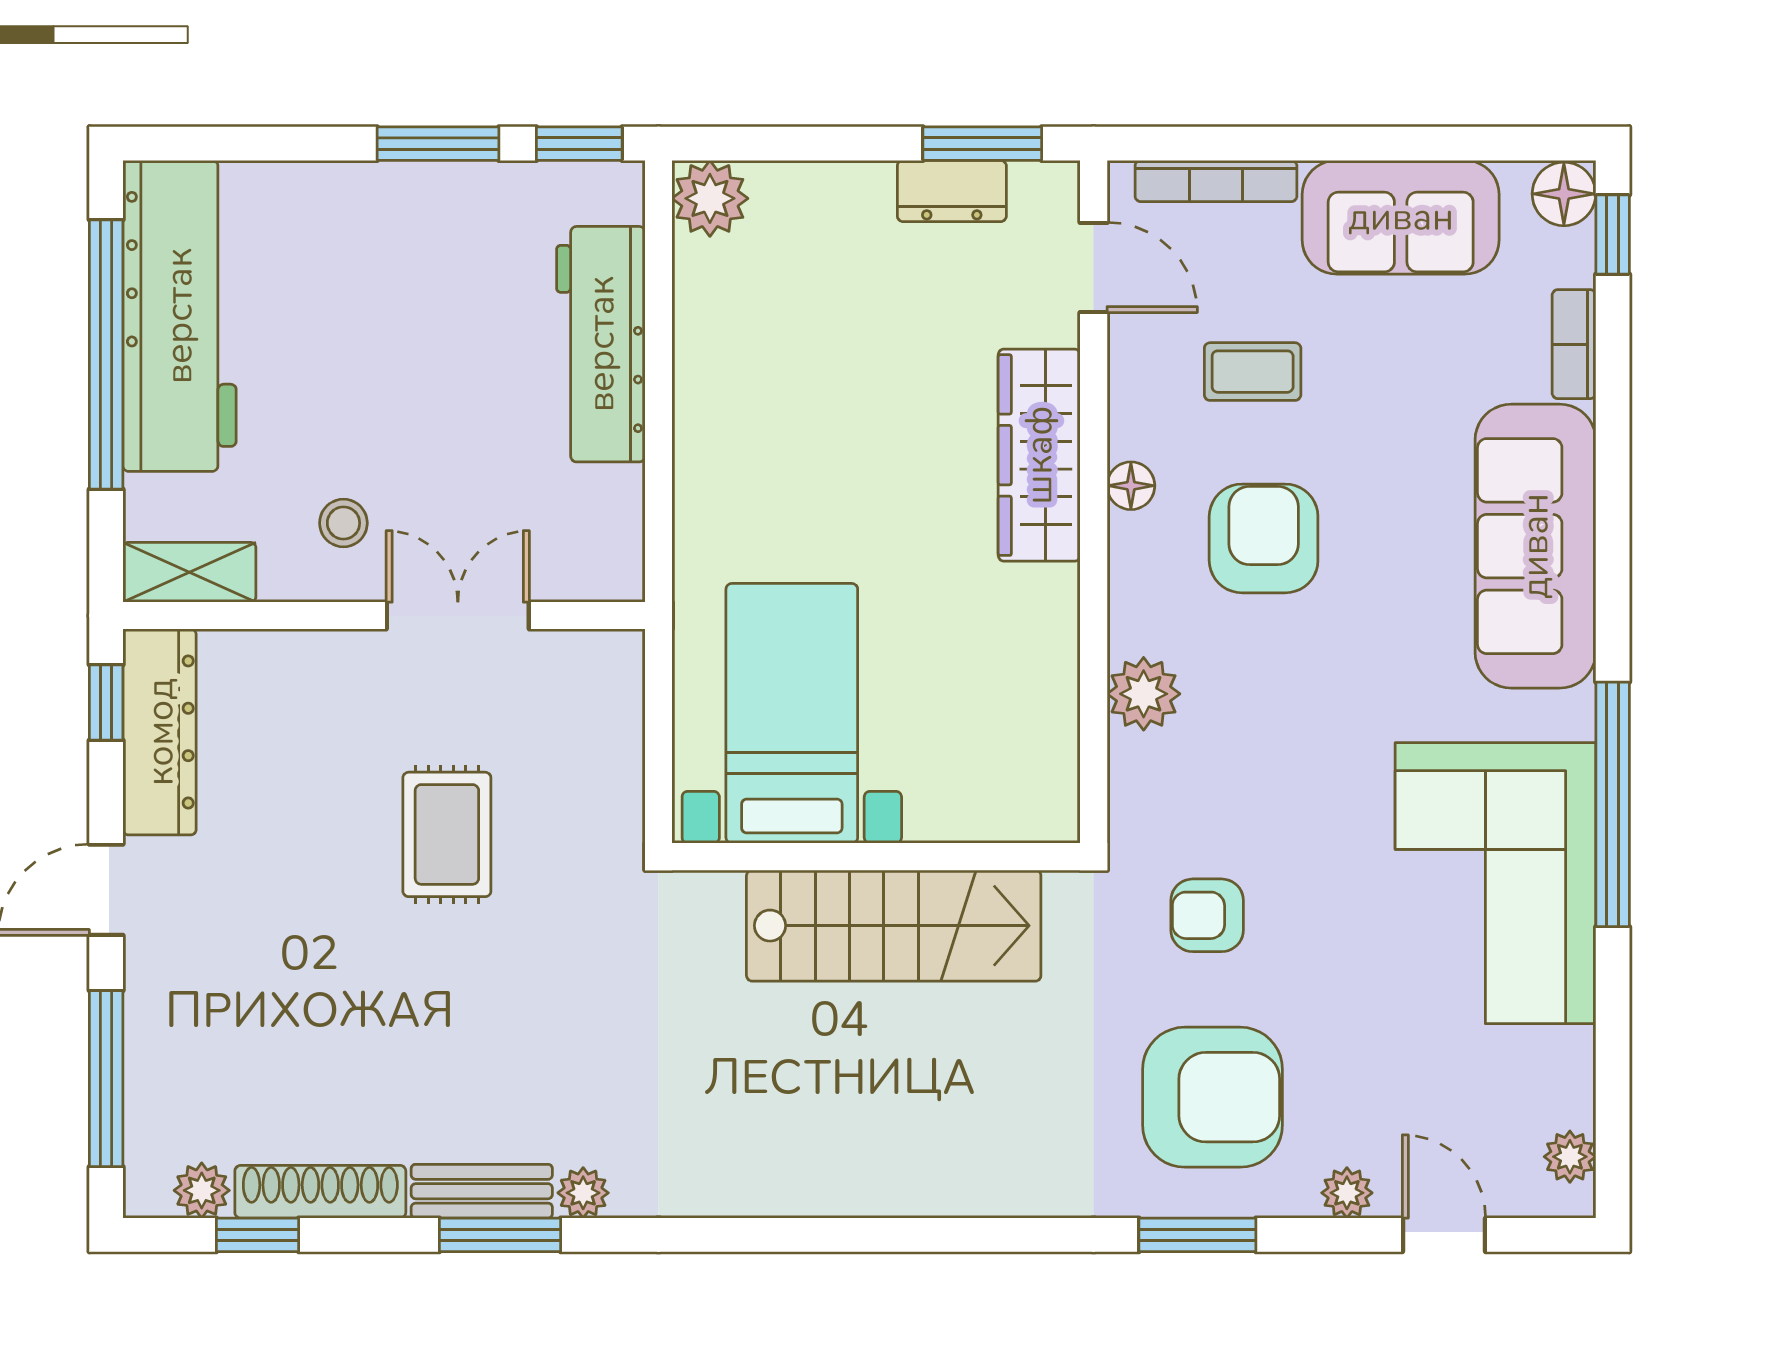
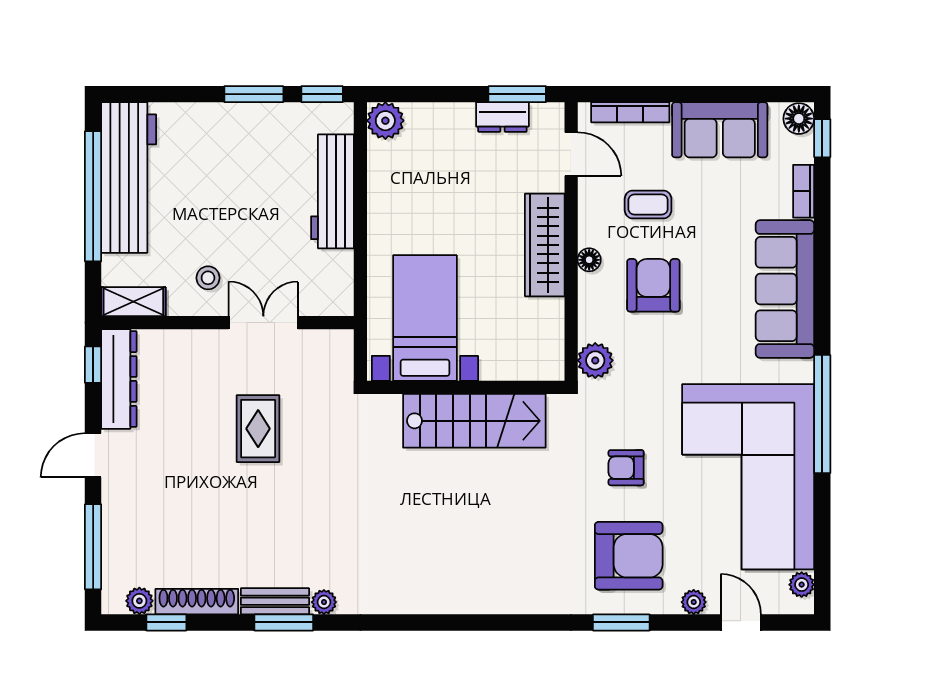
bed with nightstands: (792, 713) -> (425, 318), moved
wall: (876, 857) -> (466, 387), moved
corner sofa: (1495, 883) -> (748, 477), width x1.36, depth x1.36
stairs: (894, 926) -> (474, 421), moved

